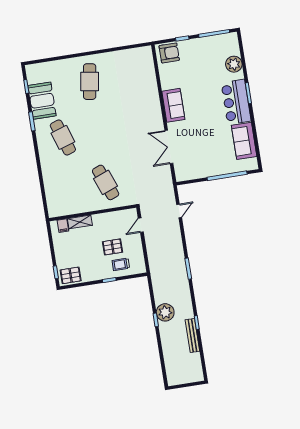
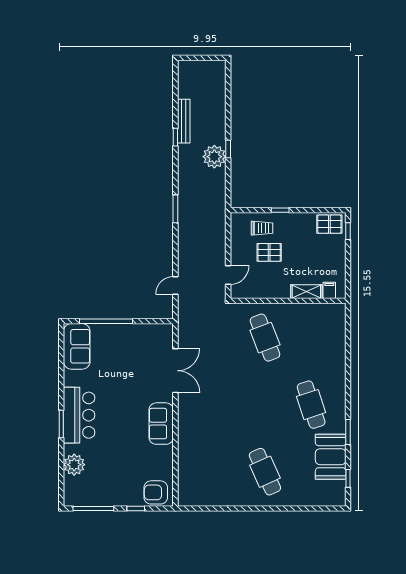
cafe table: (90, 82) -> (265, 472), turned -33
sofa: (244, 141) -> (77, 346), moved

